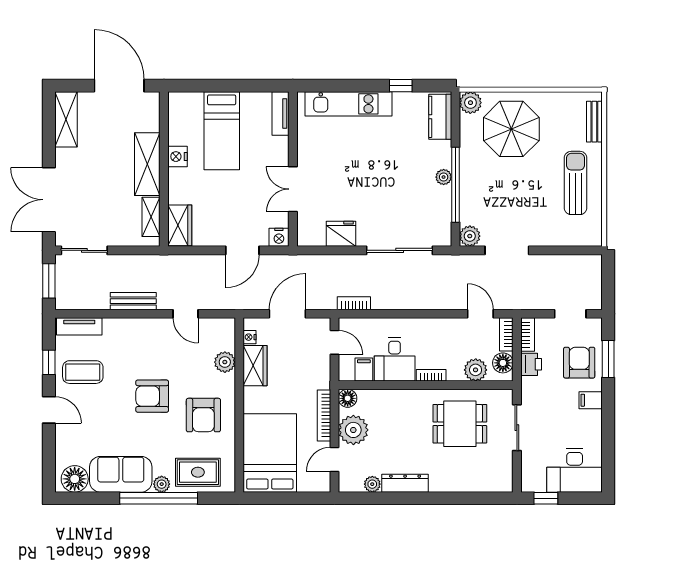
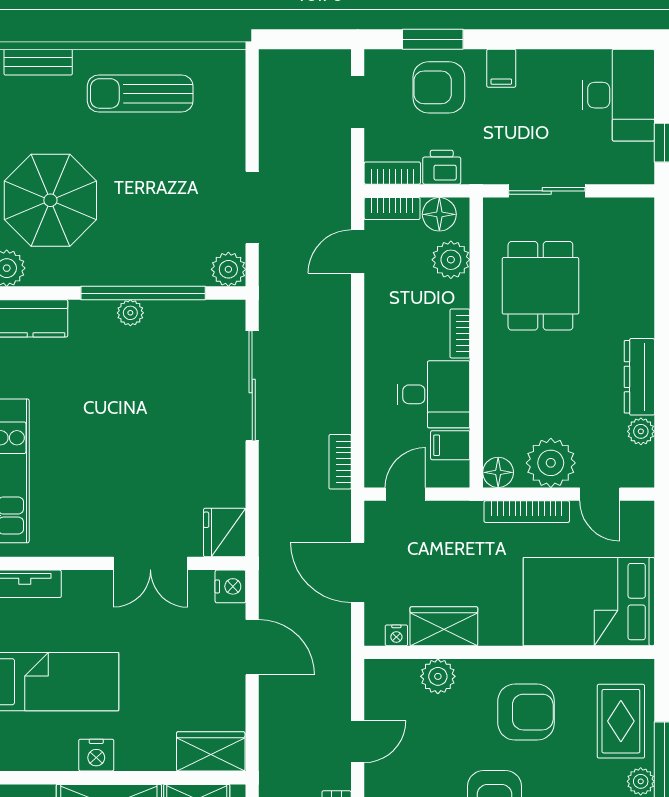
fridge: (341, 234) -> (225, 532), moved

